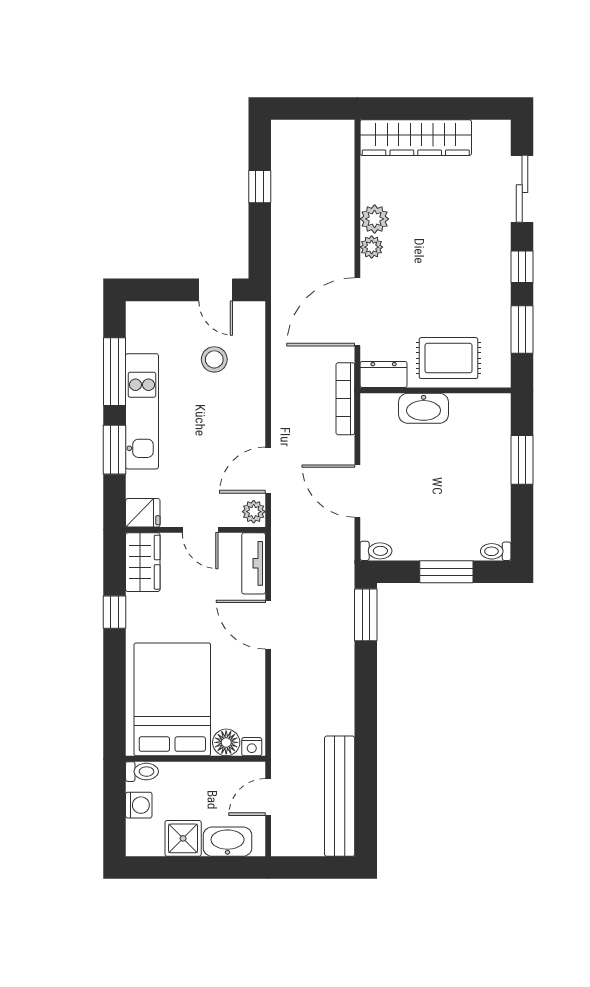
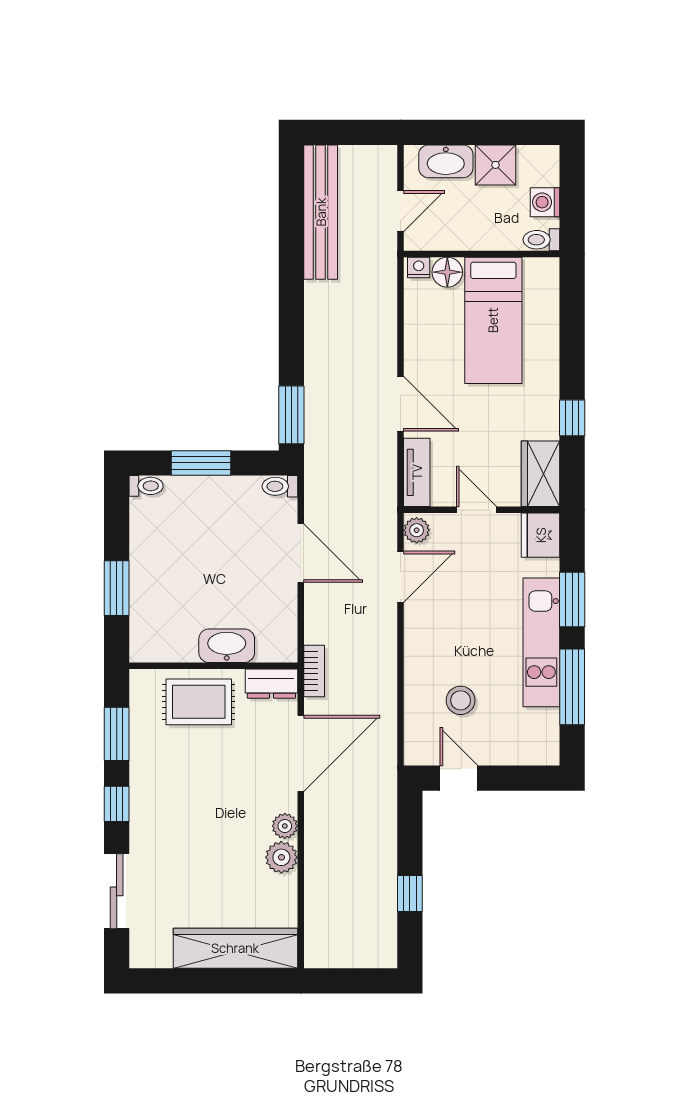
bookcase: (345, 399) -> (314, 671), width x0.64
fridge: (143, 513) -> (541, 535), width x1.38
bed: (172, 699) -> (493, 320), width x0.67

